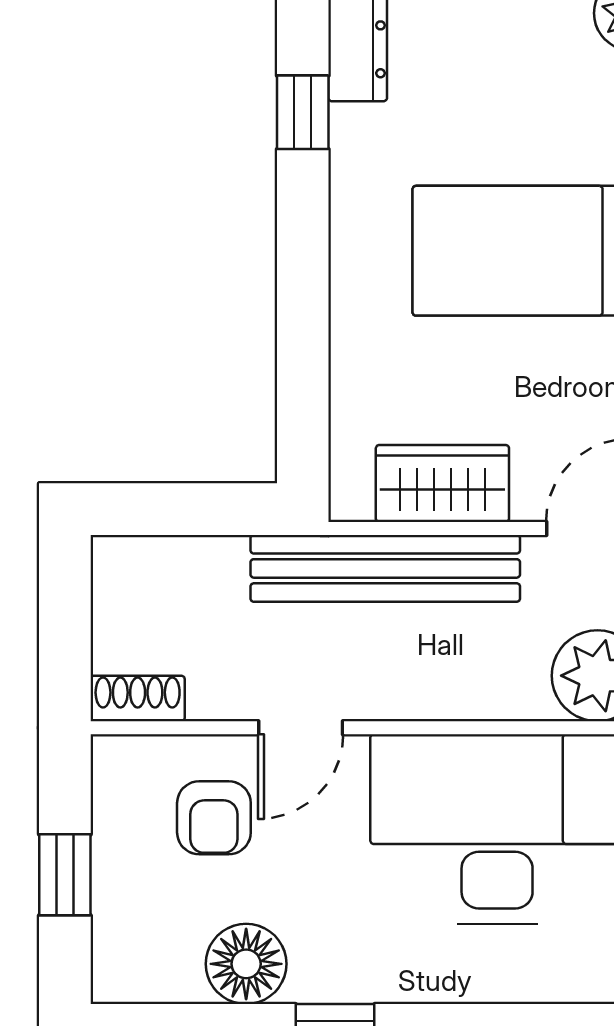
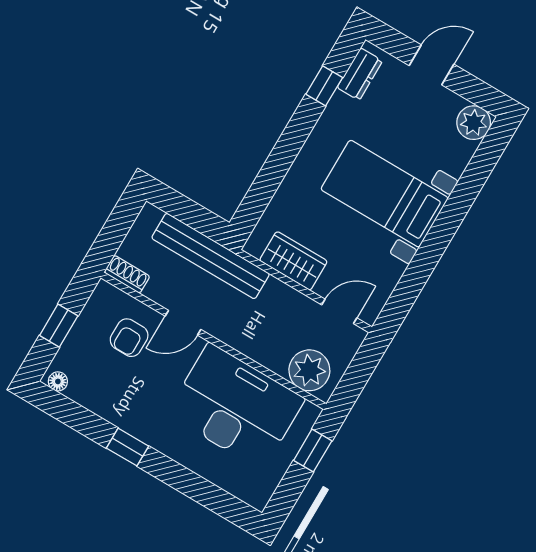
bench: (385, 568) -> (211, 256), moved
floor lamp: (246, 964) -> (58, 381), moved, width x0.53, depth x0.53

